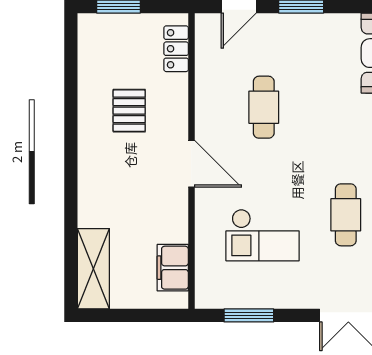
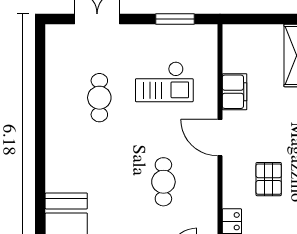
checkout: (263, 235) -> (164, 82), turned 180
filing cabinet: (173, 268) -> (235, 92), moved

